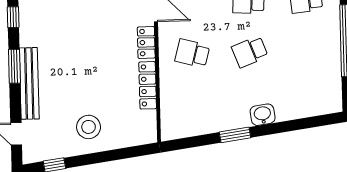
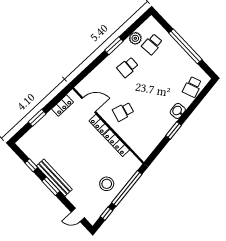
school desk: (250, 52) -> (192, 87), moved
bench: (29, 83) -> (54, 178), moved
window: (109, 156) -> (127, 188), added

